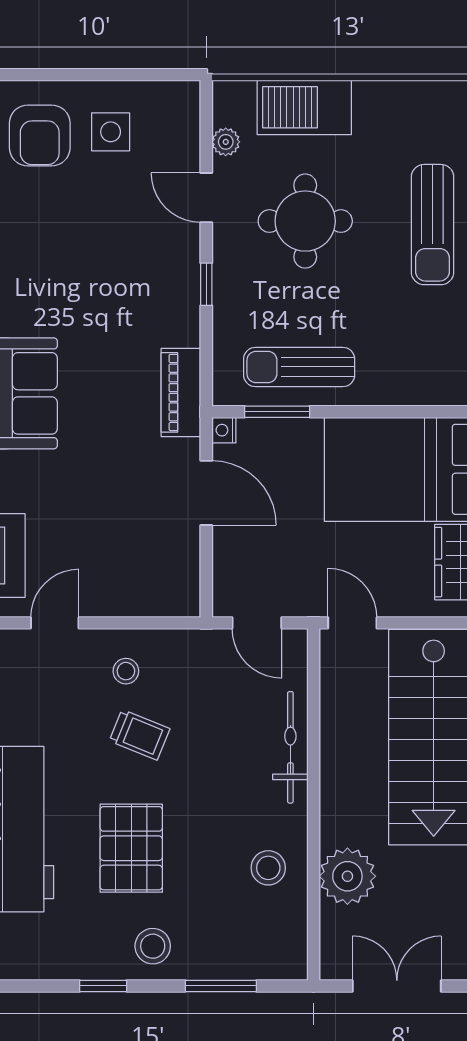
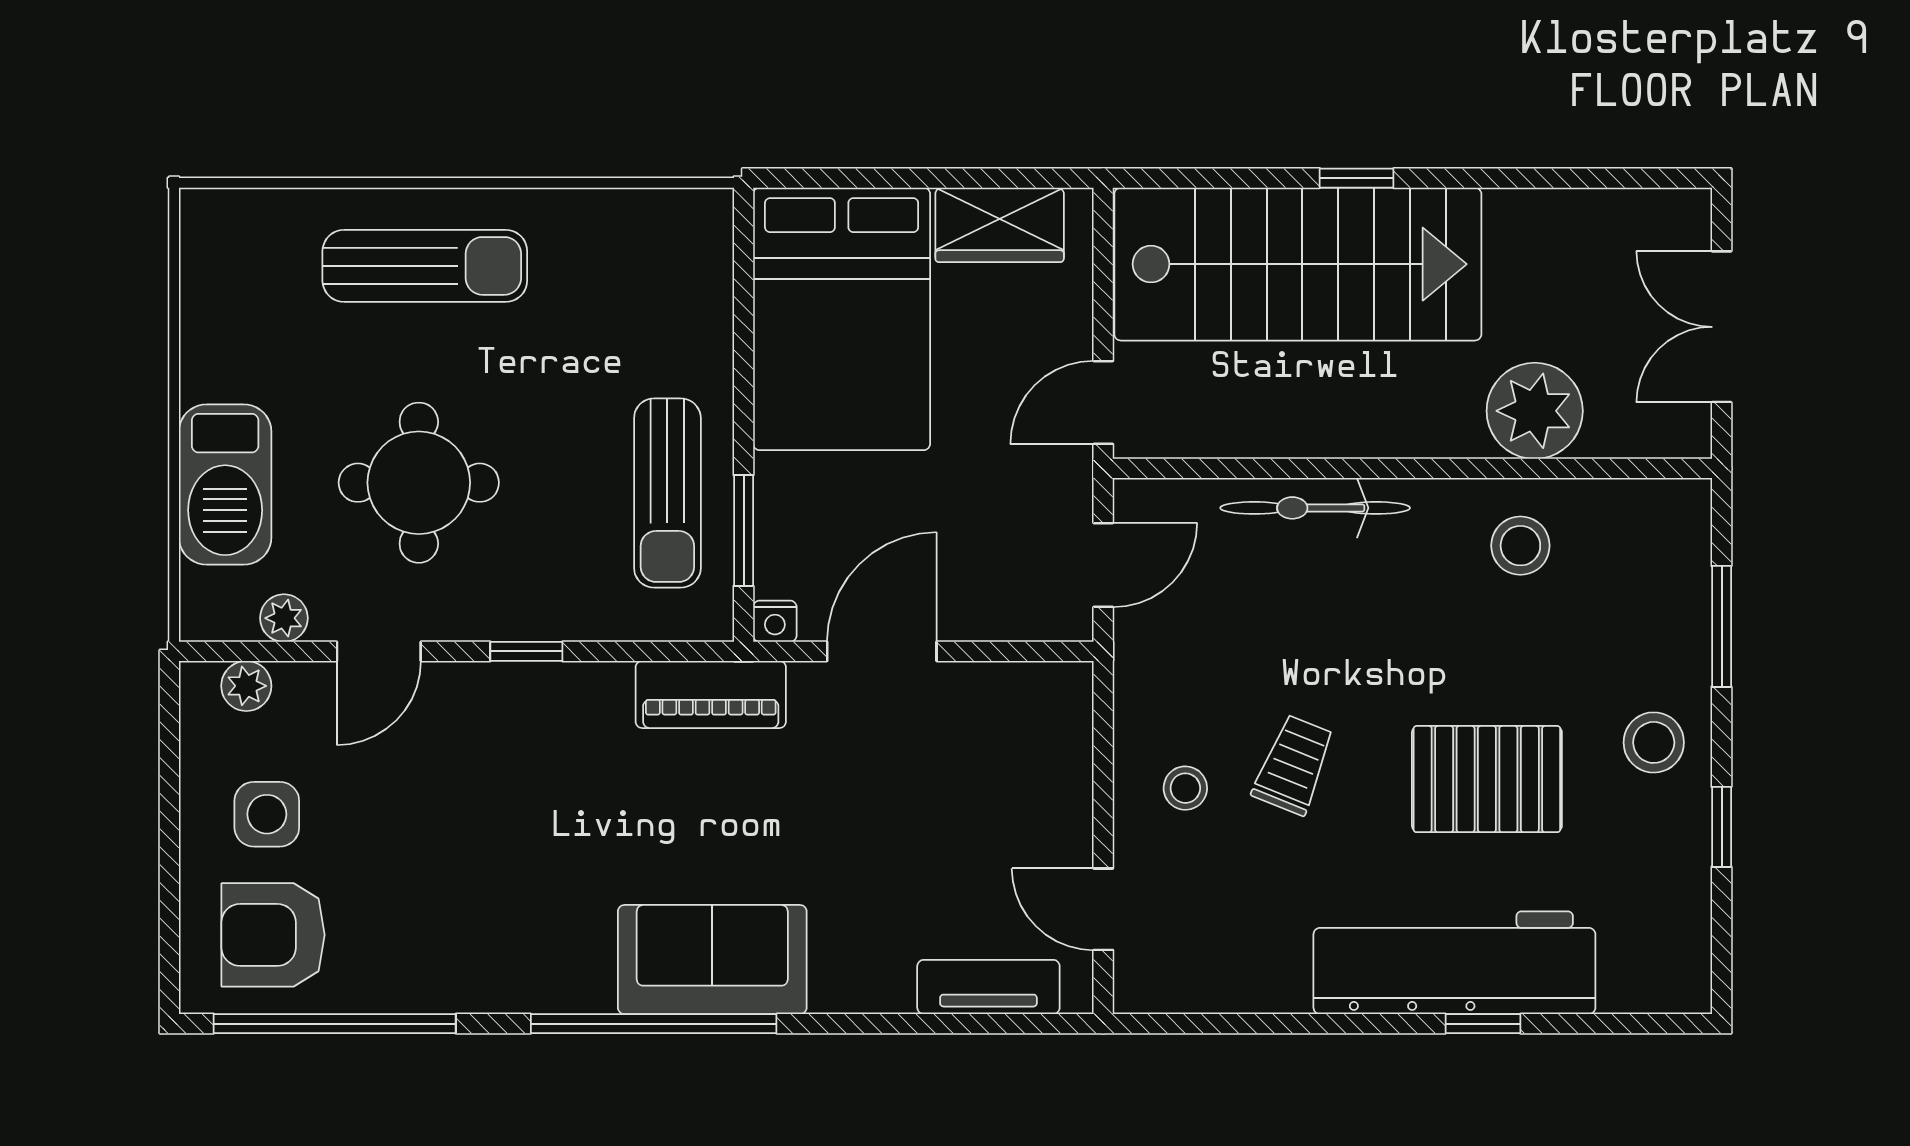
plant: (186, 120) -> (246, 686), added
armchair: (40, 135) -> (273, 935), turned 180

